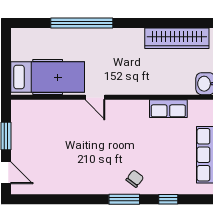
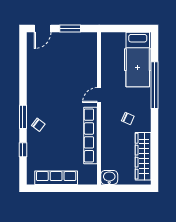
chair: (127, 59) -> (128, 119), added
hospital bed: (48, 77) -> (138, 60), moved
row of seats: (168, 109) -> (91, 135), width x2.02

